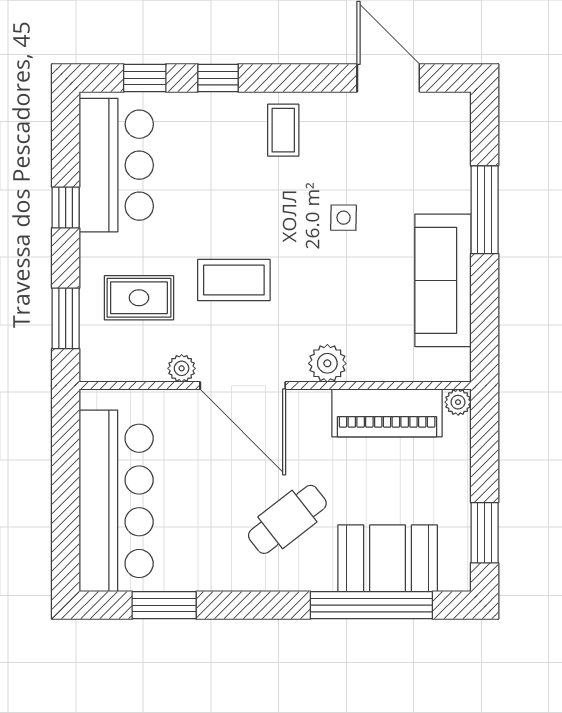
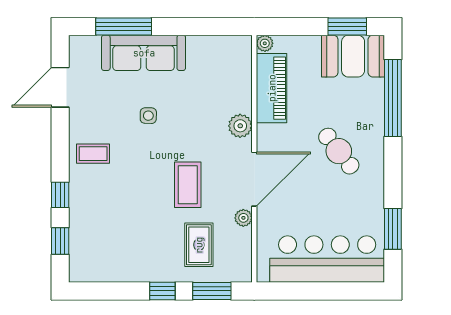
bar counter: (116, 165) -> (115, 259), removed
window: (66, 207) -> (162, 291), moved
window: (485, 210) -> (124, 26), moved
sofa: (443, 280) -> (144, 53), moved
booth: (388, 558) -> (353, 56), moved, turned 90

